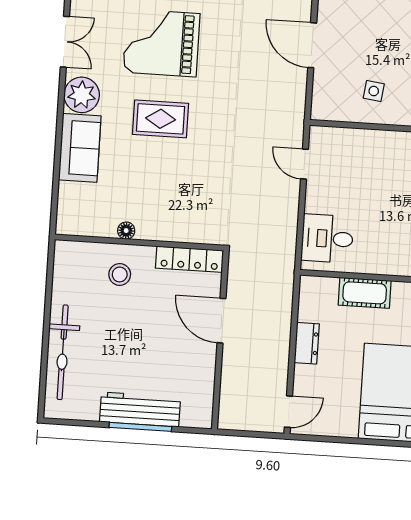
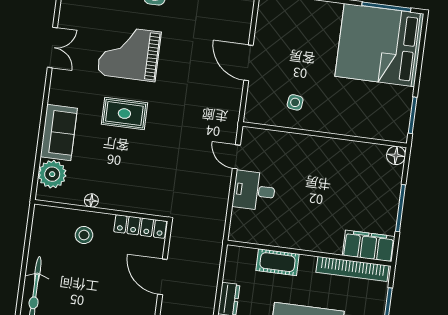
plant: (82, 95) -> (52, 174), moved
desk: (327, 239) -> (254, 191), moved

